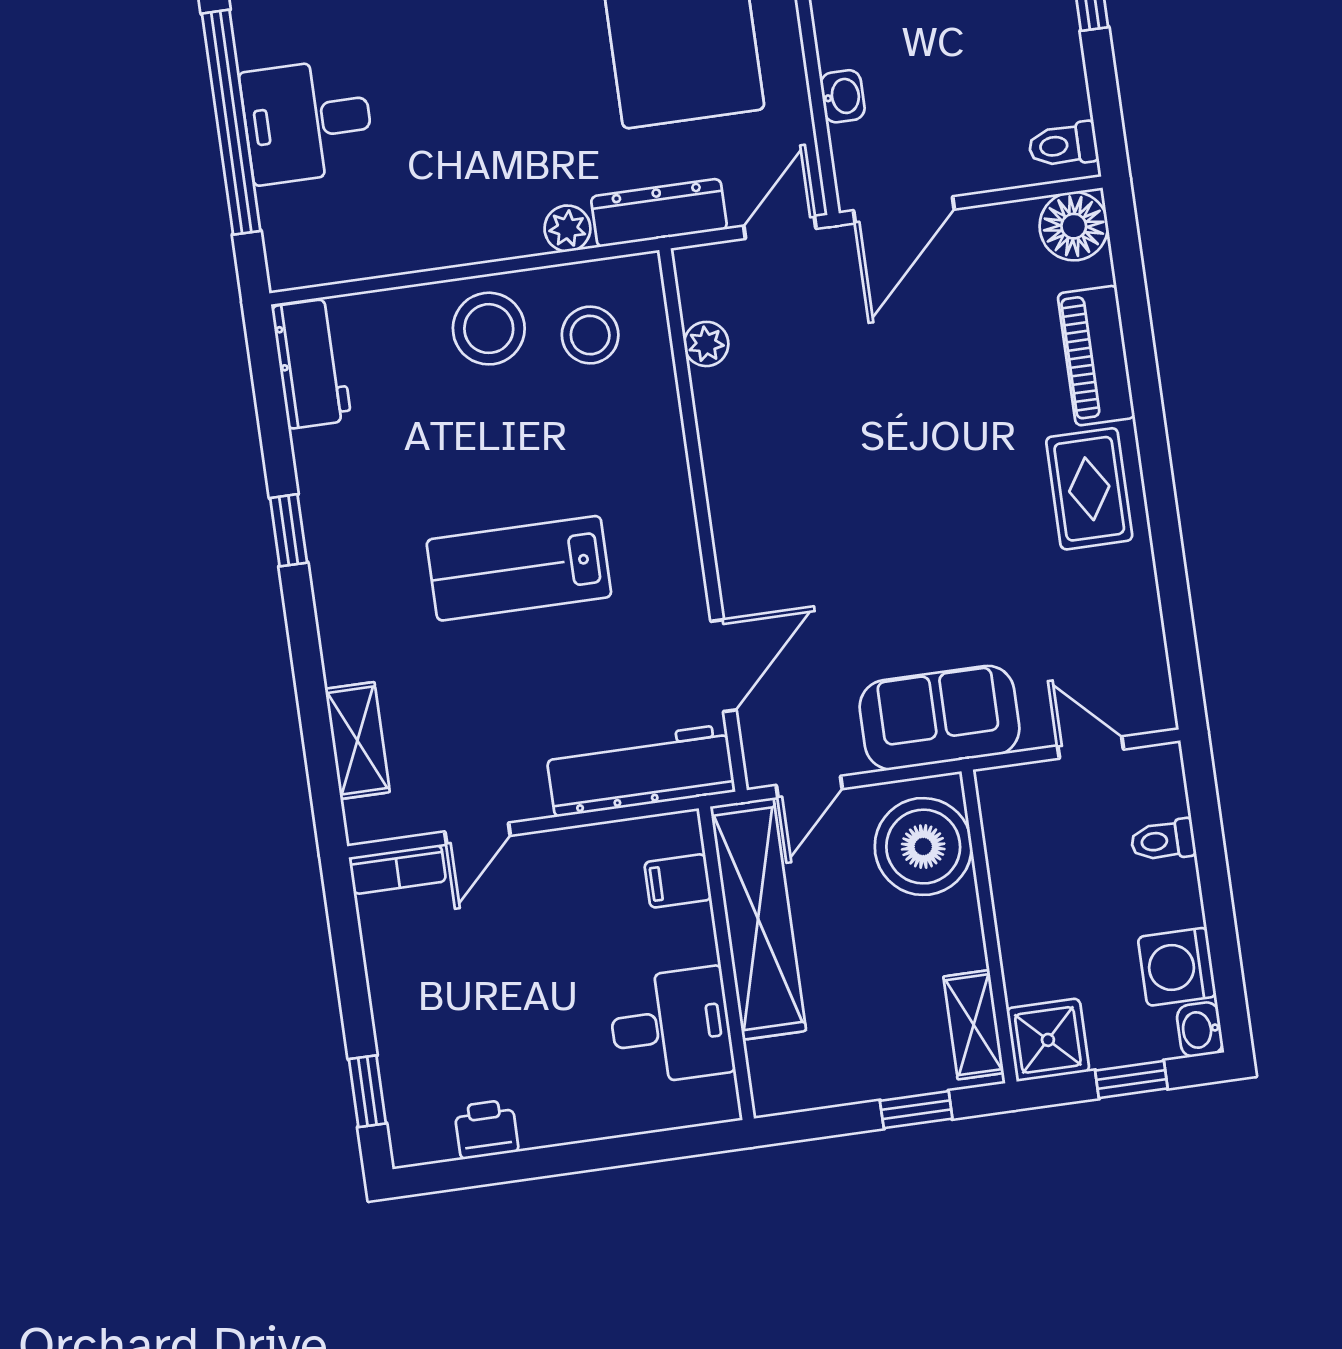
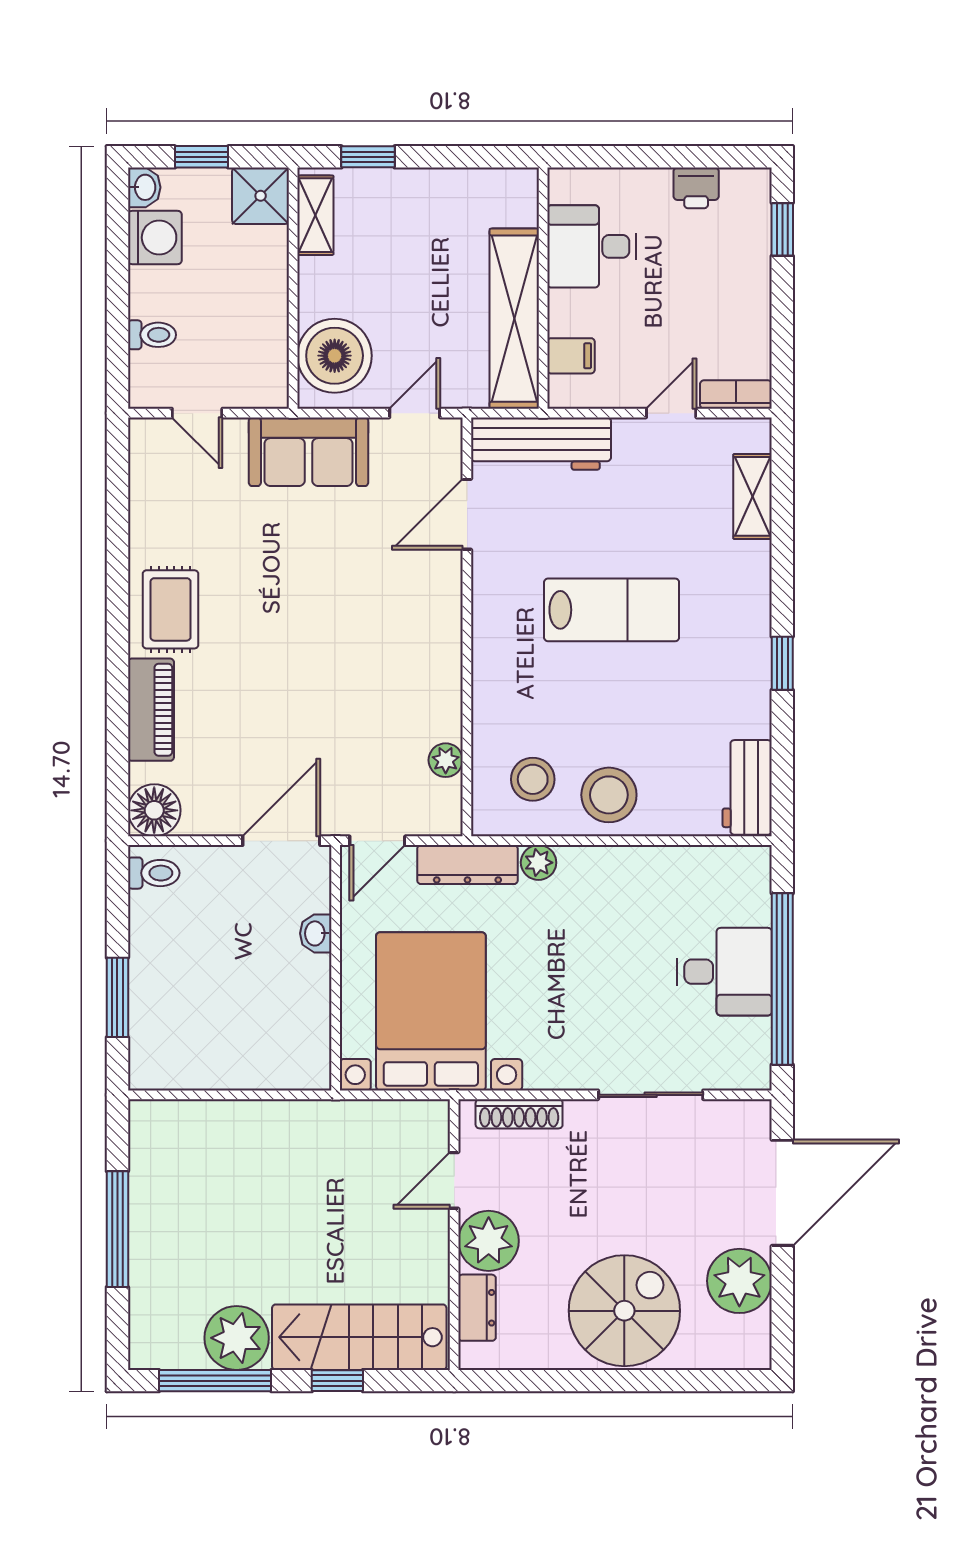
filing cabinet: (678, 881) -> (571, 356), moved
shelving: (758, 919) -> (514, 319), moved
wall: (726, 963) -> (543, 288), moved
desk: (671, 1026) -> (592, 246), moved

